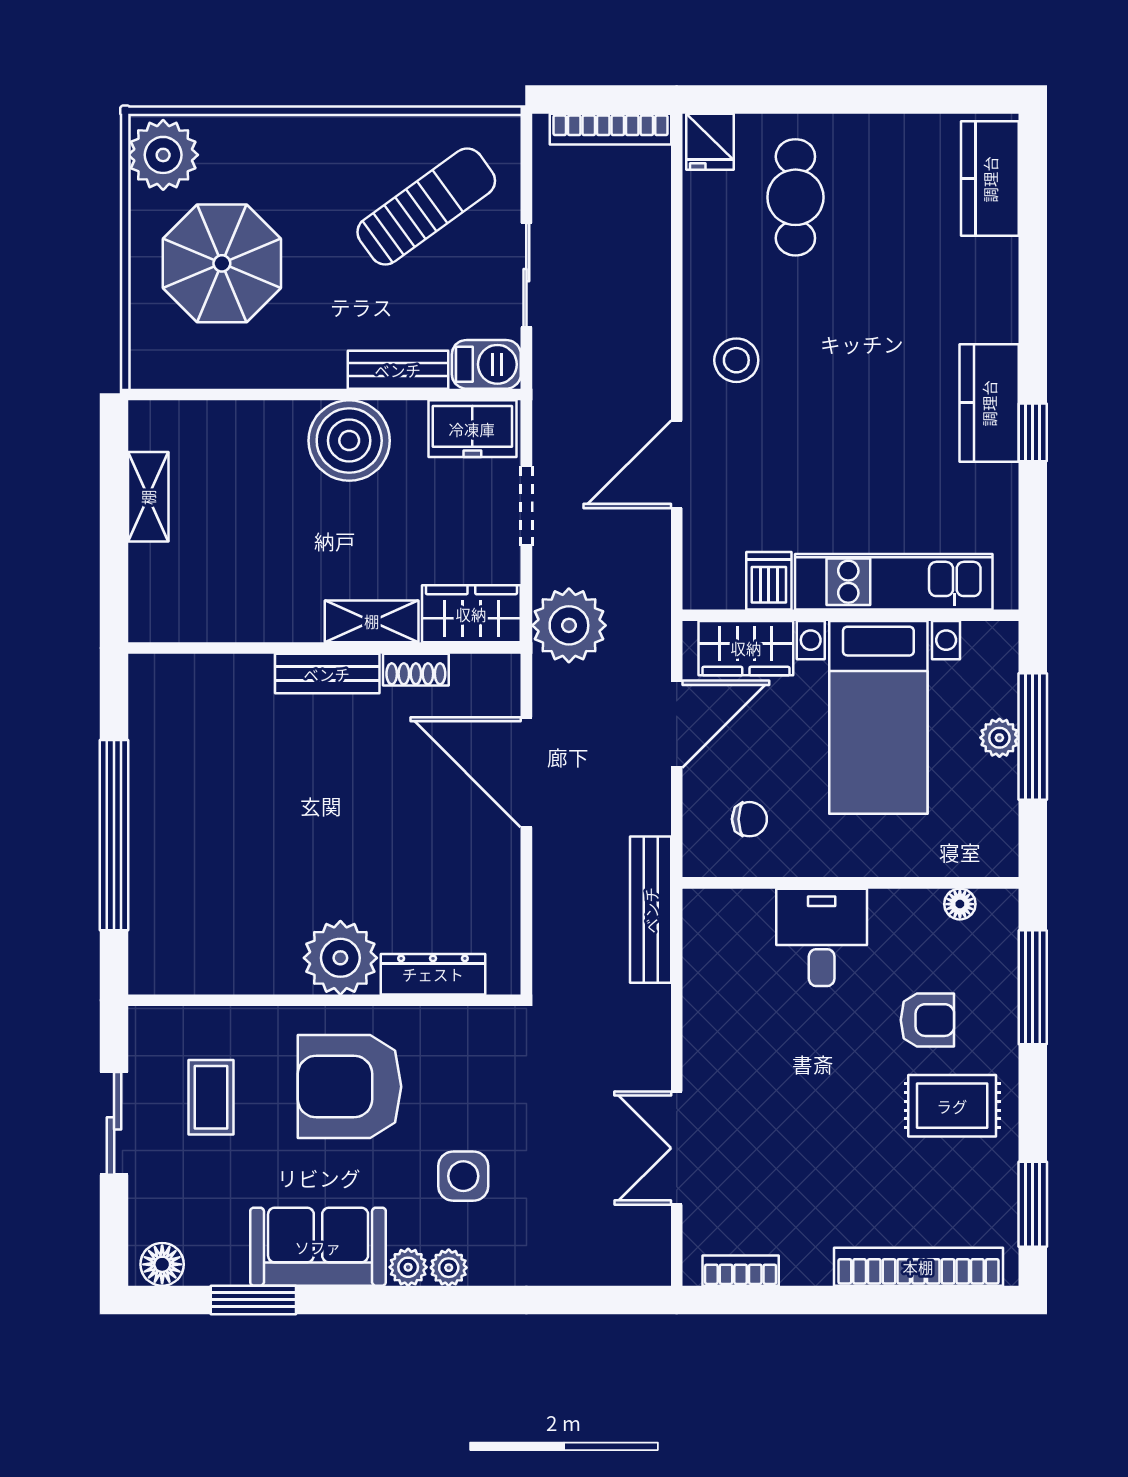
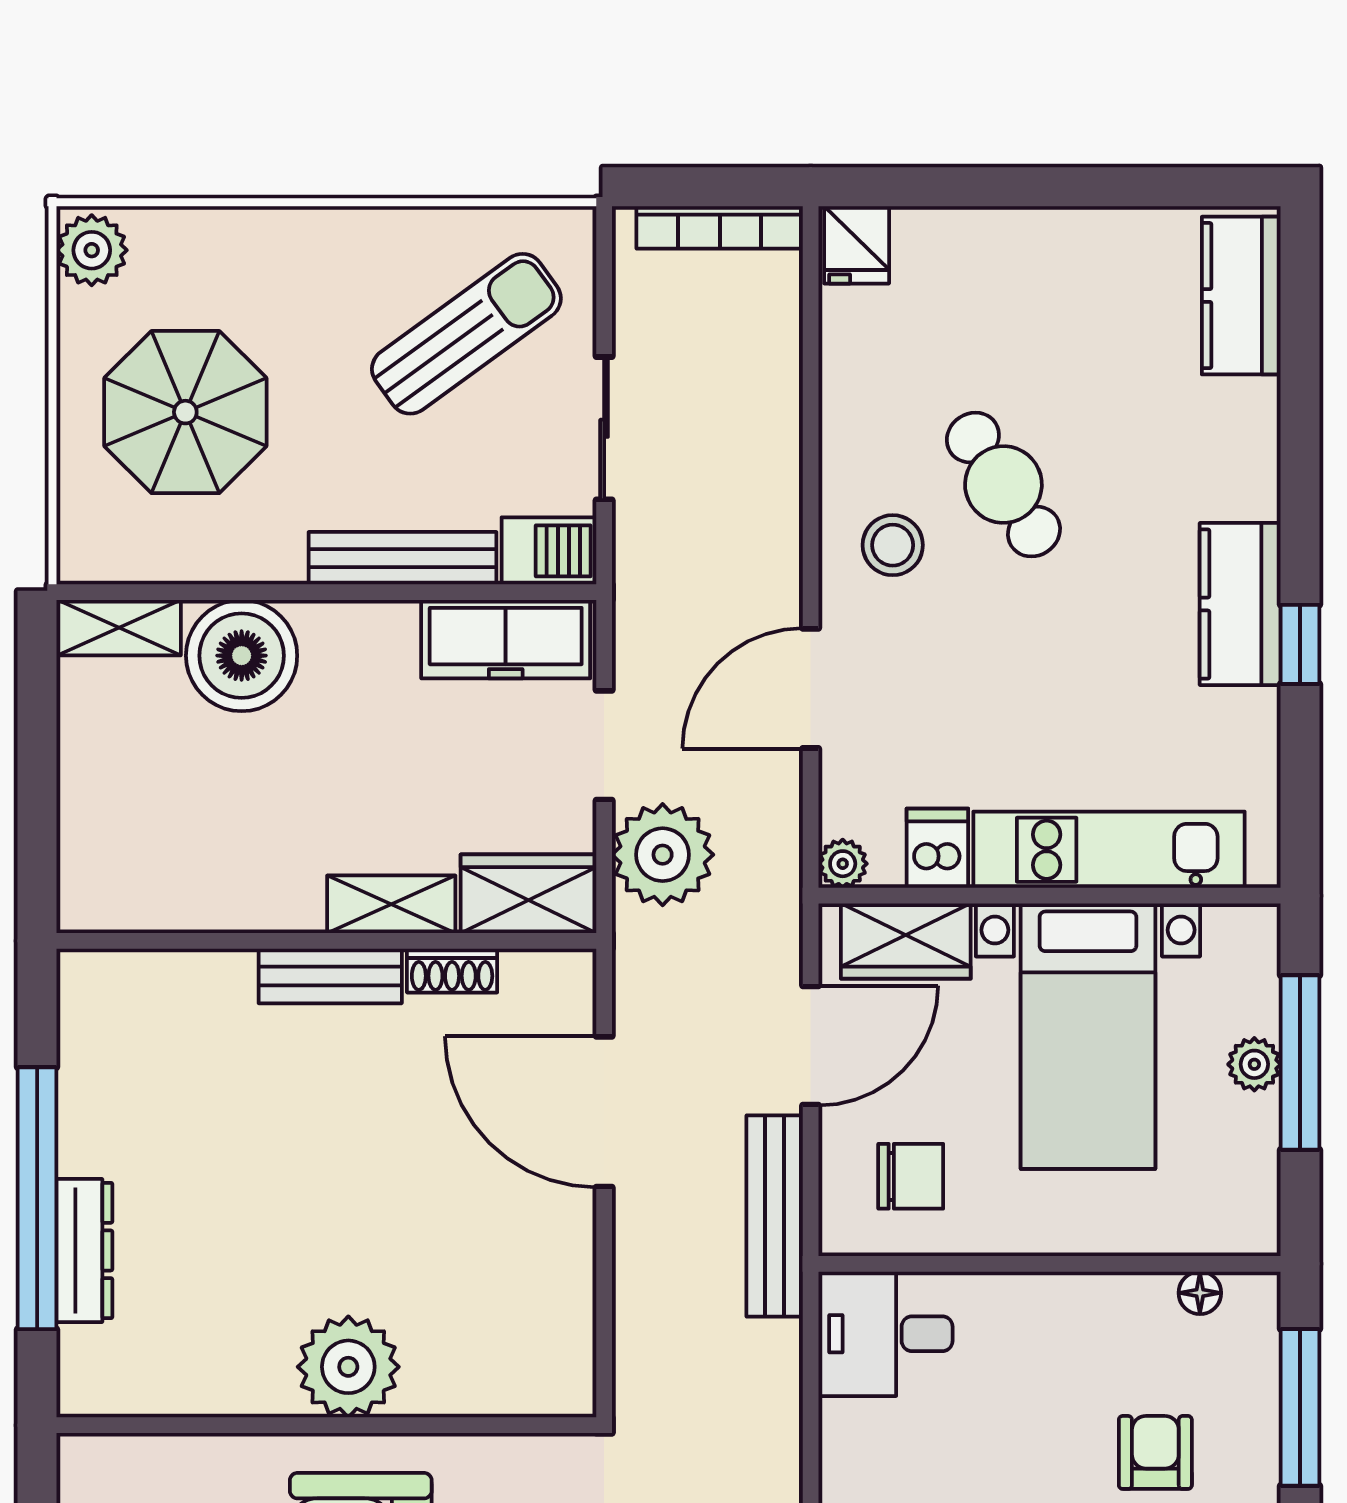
plant: (163, 155) -> (92, 250), width x0.73, depth x0.73
cafe table: (795, 197) -> (1003, 485), moved, turned -33
bench: (398, 370) -> (403, 558), width x1.36
freezer: (472, 429) -> (506, 639), width x1.40
boiler: (349, 441) -> (242, 656), moved
shelving: (148, 497) -> (119, 628), moved, turned 90
plant: (700, 592) -> (843, 864), added
plant: (569, 625) -> (663, 855), moved
chair: (749, 819) -> (911, 1176), width x1.37, depth x1.37
bench: (651, 910) -> (775, 1216), moved
desk: (822, 937) -> (886, 1334), moved, turned -90
dresser: (433, 974) -> (84, 1250), moved, turned 90
armchair: (927, 1020) -> (1155, 1452), turned -90

